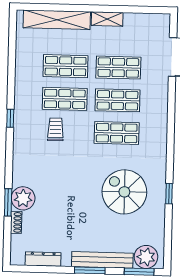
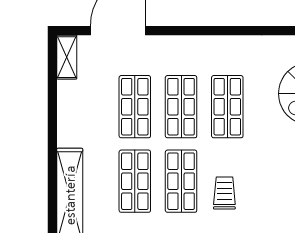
shelving: (107, 19) -> (67, 57), moved
trolley: (56, 129) -> (224, 193), turned 90

